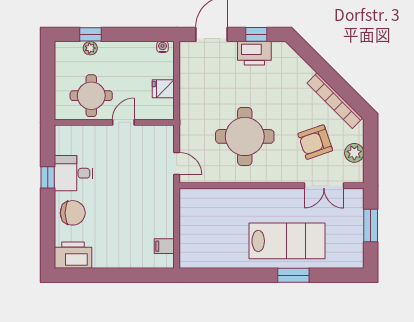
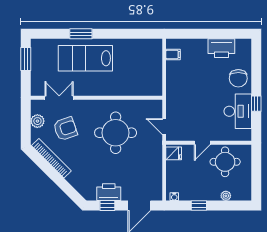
window: (90, 34) -> (199, 206), moved
fridge: (163, 89) -> (174, 153), moved
door: (177, 163) -> (164, 127), moved
desk: (74, 173) -> (238, 111), width x1.37
chair: (73, 213) -> (238, 78), turned -90
window: (371, 226) -> (26, 59), moved
printer: (73, 255) -> (221, 48), moved

